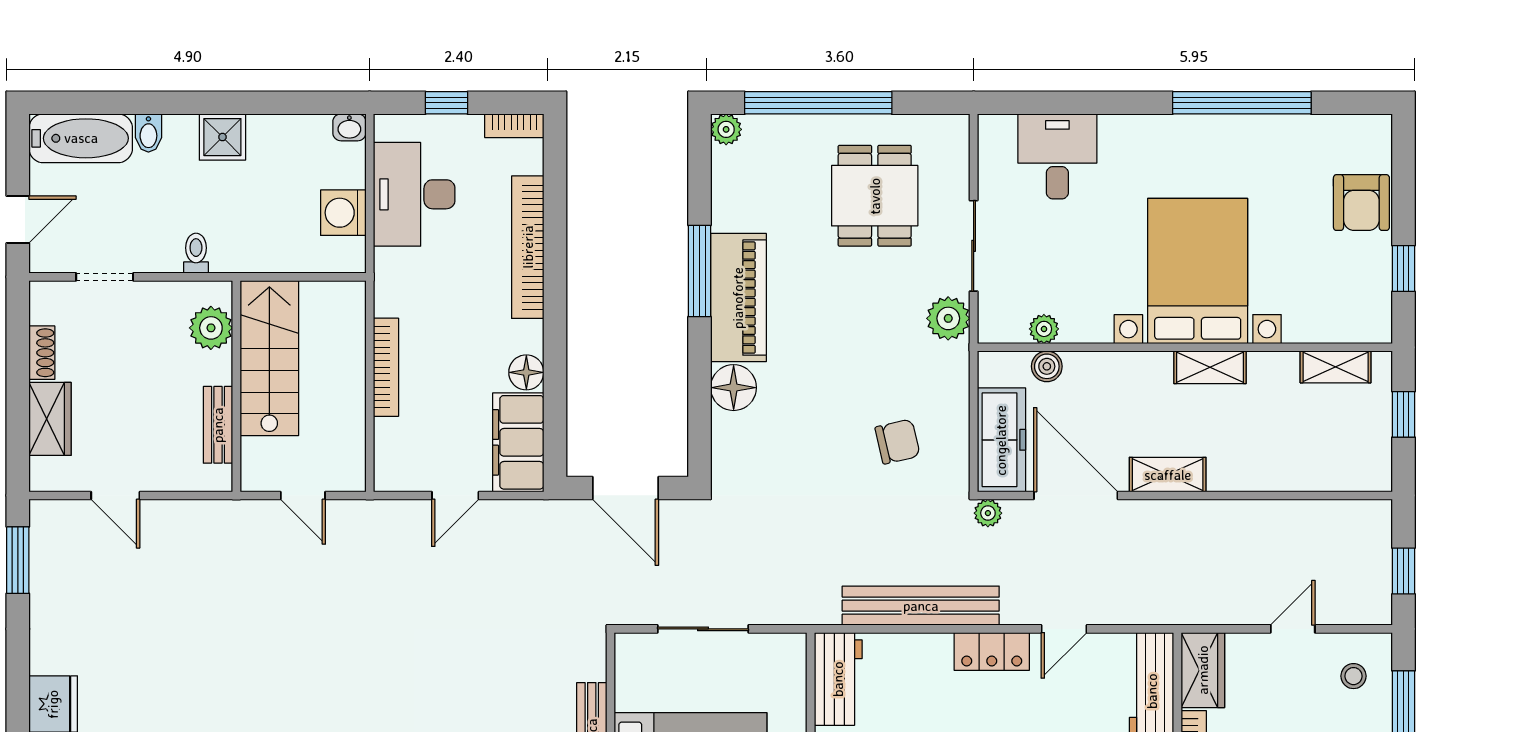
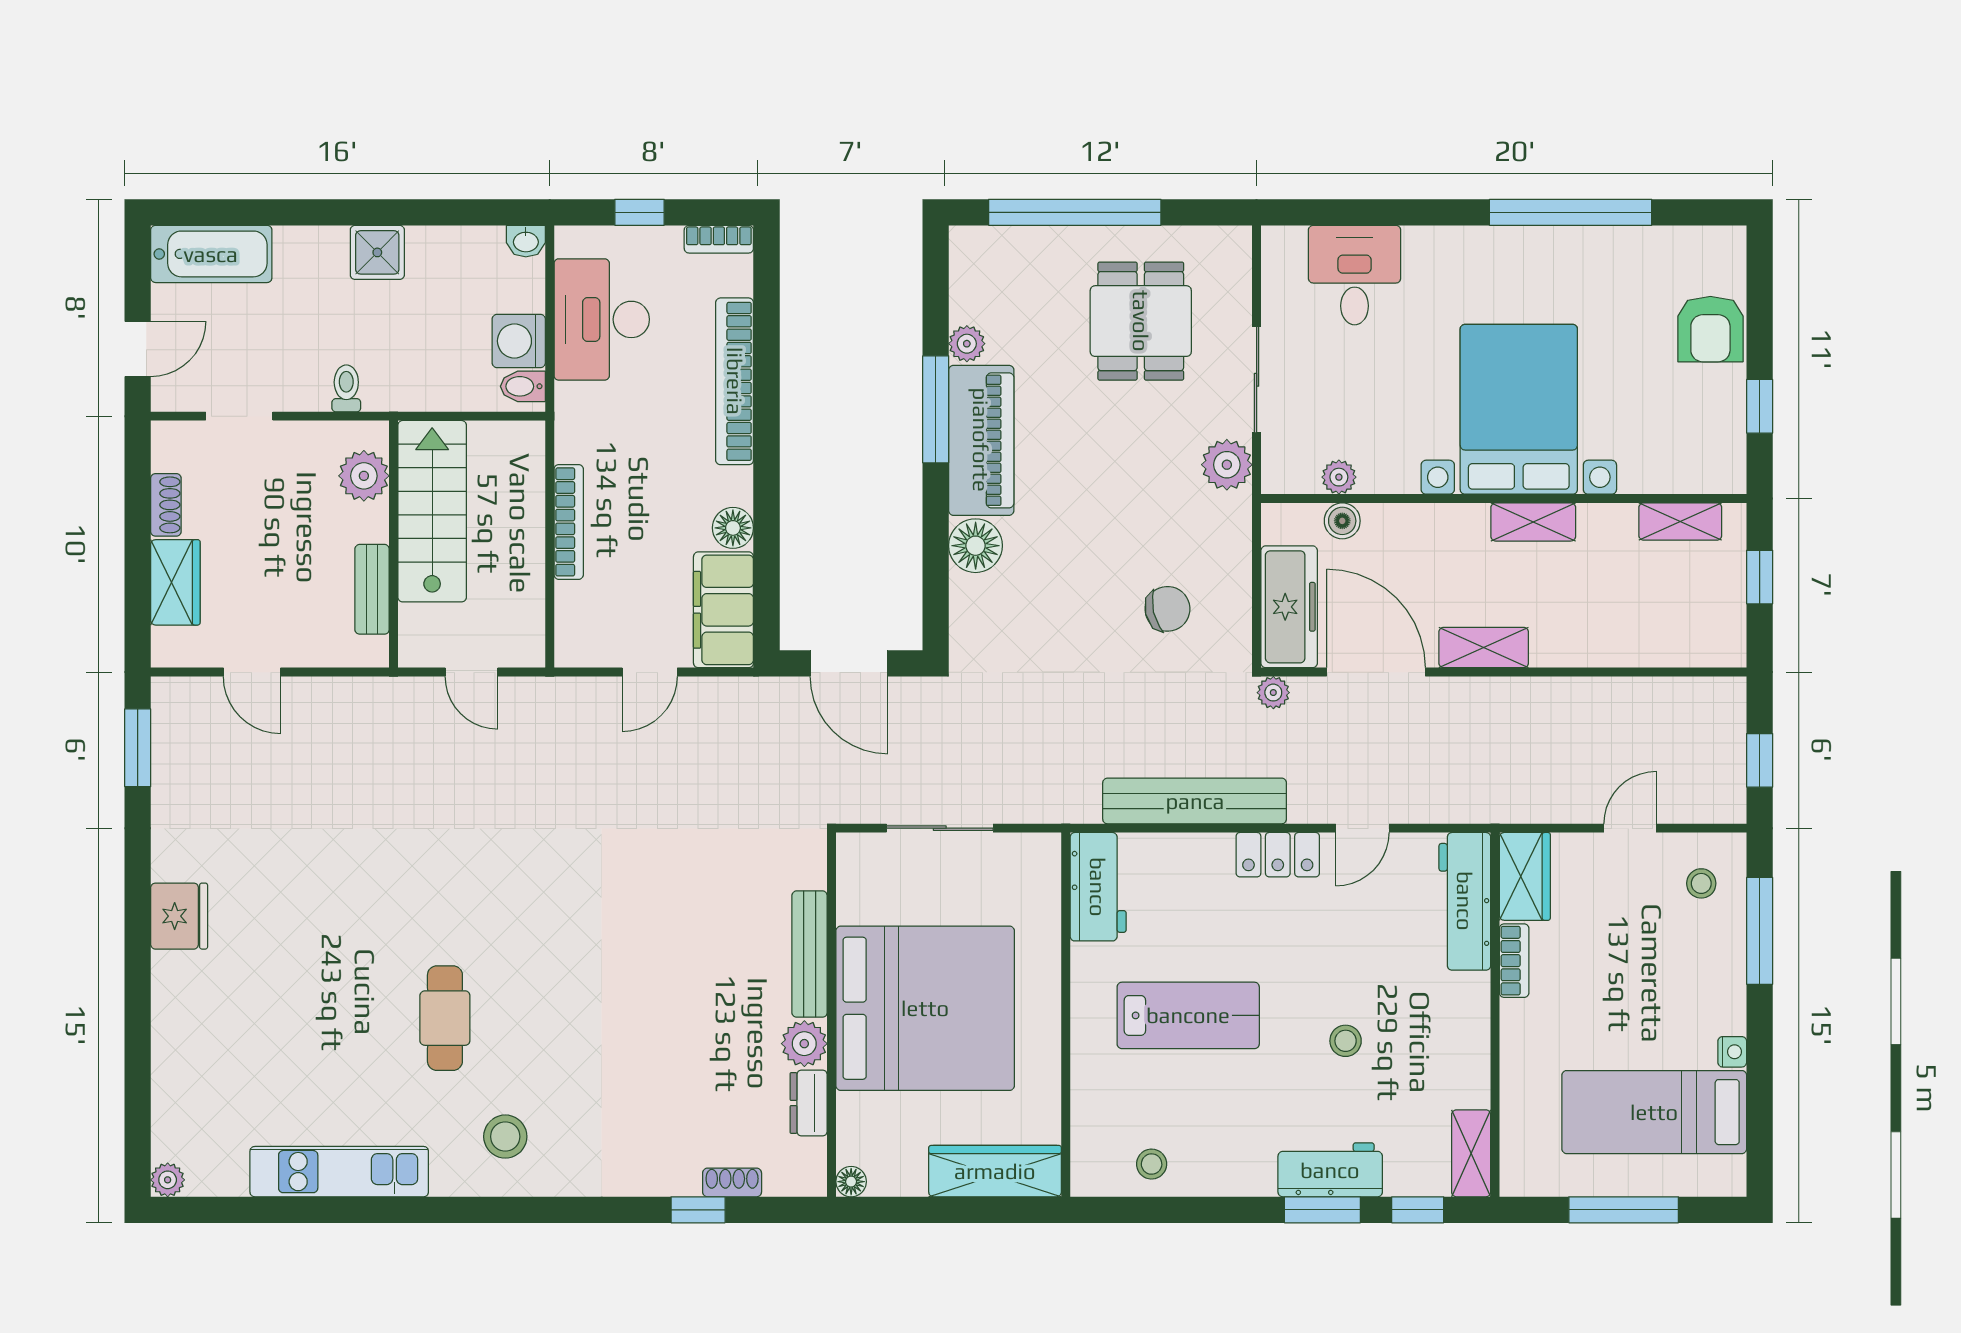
plant: (726, 129) -> (967, 344), moved
bidet: (148, 133) -> (523, 386), moved, turned 90

